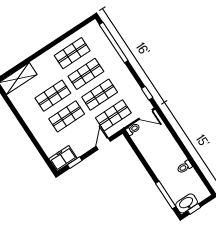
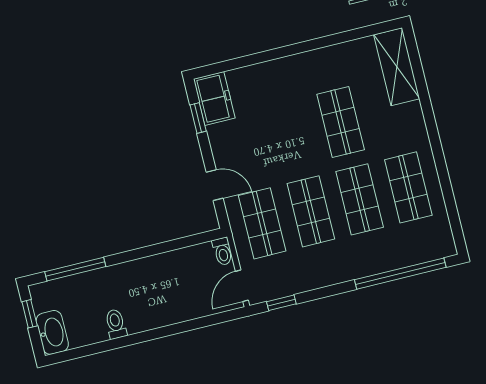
shop shelf: (67, 116) -> (292, 134), removed
washbasin: (187, 203) -> (52, 332), moved

